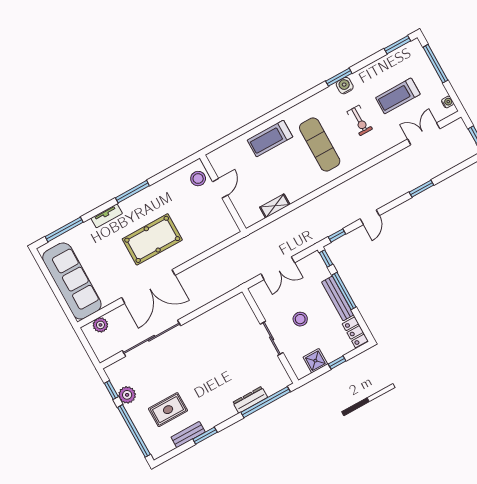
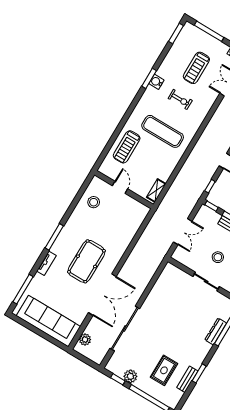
door: (220, 188) -> (120, 187), moved
wall: (223, 193) -> (124, 190), moved

